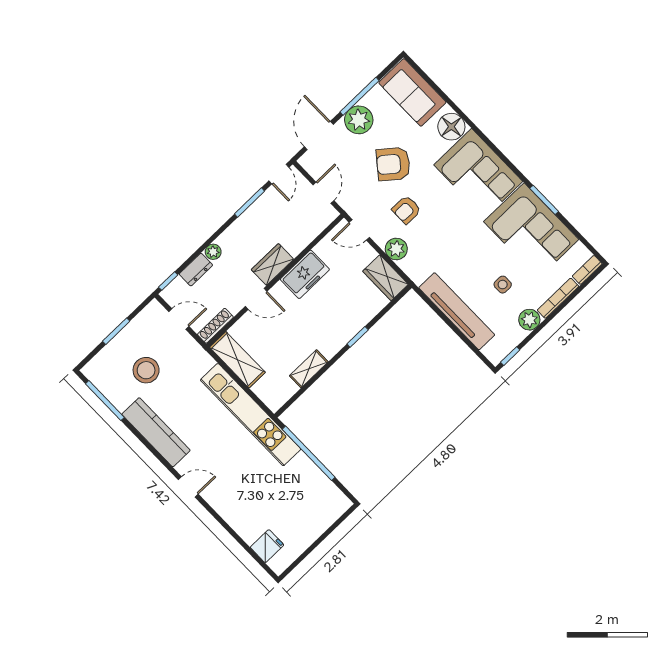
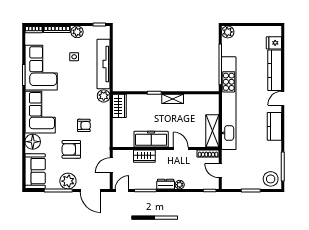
door: (319, 136) -> (90, 190), hinge flipped
armchair: (393, 164) -> (71, 149), turned 141
door: (359, 230) -> (111, 136), removed
plant: (396, 249) -> (104, 96), moved
wardrobe: (272, 264) -> (144, 156), moved
dresser: (196, 270) -> (166, 184), moved
freezer: (305, 274) -> (151, 139), width x1.40
shelving: (309, 369) -> (173, 99), moved
stool: (146, 370) -> (271, 179), moved
kitchen unit: (251, 415) -> (229, 103), width x1.36
kitchen counter: (156, 432) -> (274, 126), width x0.67
door: (188, 487) -> (283, 98), hinge flipped
plant: (339, 503) -> (228, 32), added
kitchen counter: (233, 512) -> (275, 70), added

